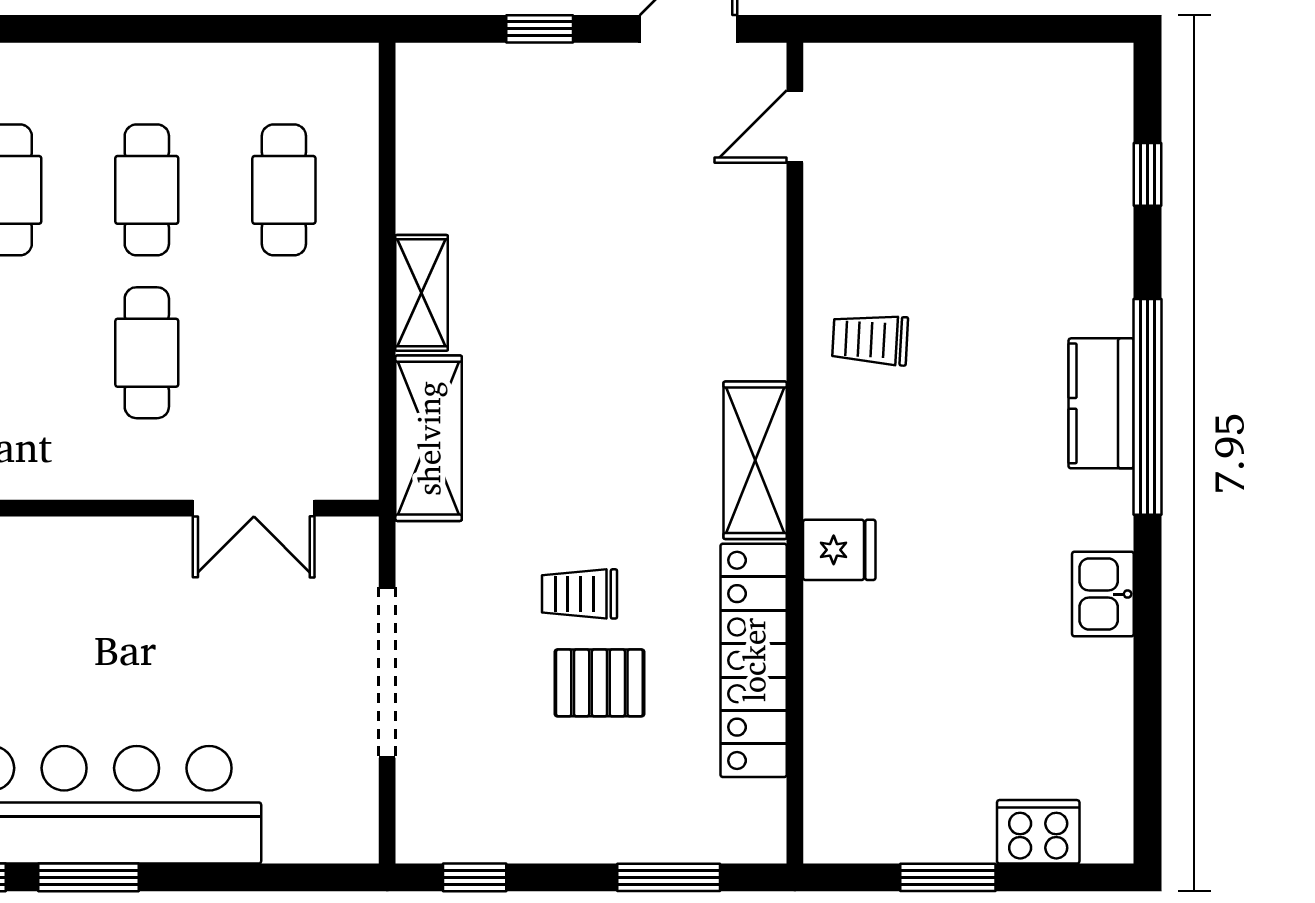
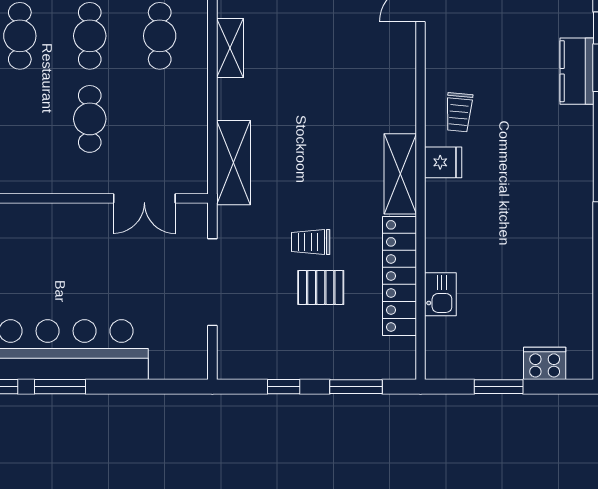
shelving: (422, 293) -> (230, 48), moved
trolley: (870, 340) -> (459, 112), turned -88
kitchen counter: (1101, 403) -> (577, 71), moved
fridge: (839, 550) -> (443, 162), moved
kitchen sink: (1103, 594) -> (440, 294), moved, turned 180
window: (475, 877) -> (284, 387), moved

